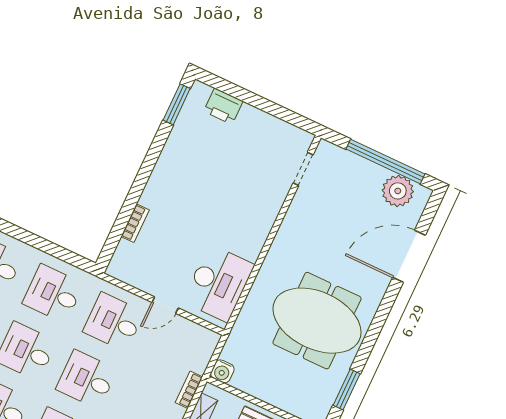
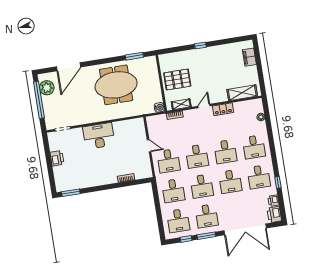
printer: (223, 106) -> (57, 158), moved
door: (409, 256) -> (68, 67), hinge flipped
desk: (219, 283) -> (99, 136), moved
meeting table: (317, 321) -> (116, 85), turned 90

